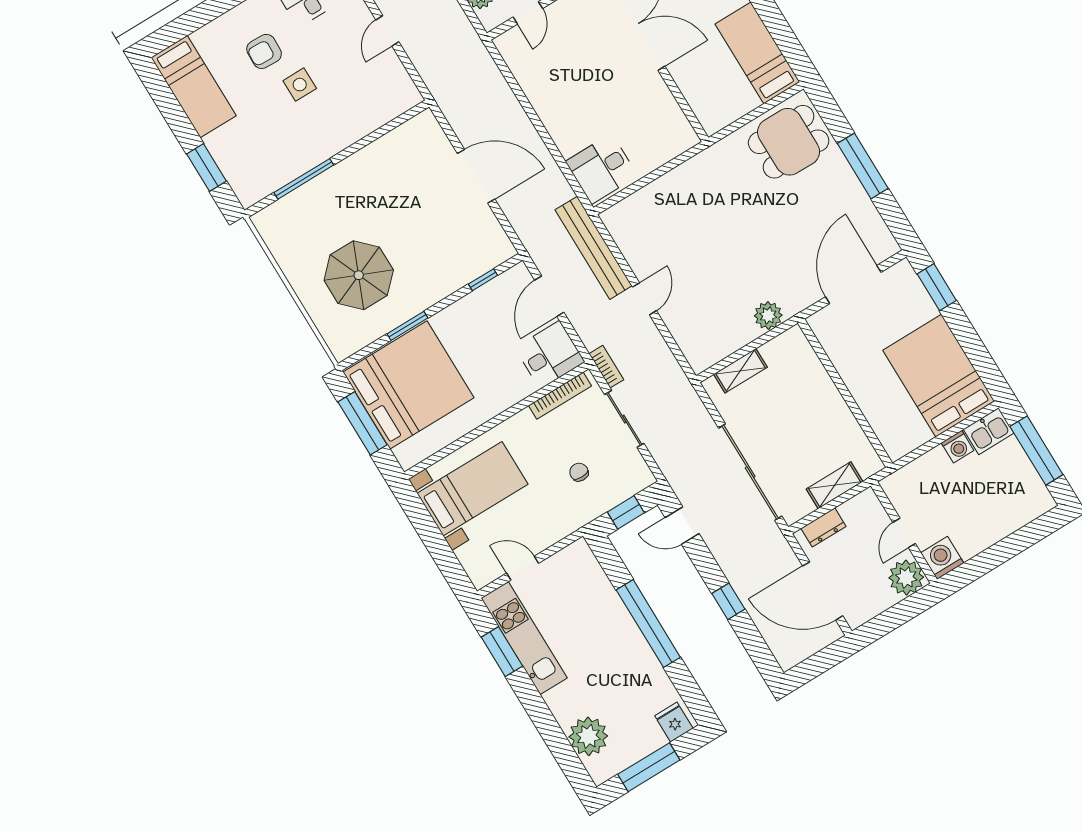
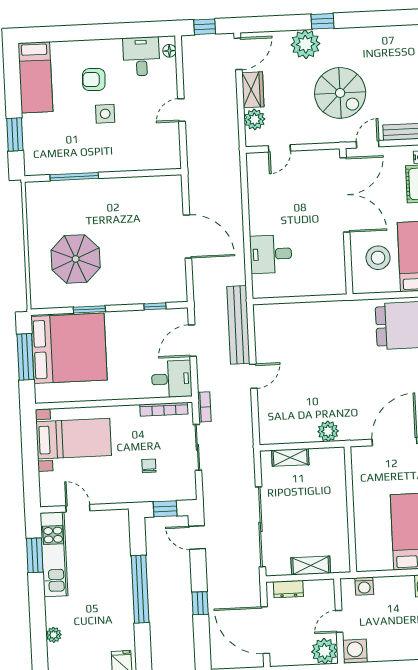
stool: (715, 78) -> (378, 258), added
desk: (602, 169) -> (271, 254), moved
washing machine: (958, 447) -> (364, 586), moved
plant: (588, 736) -> (54, 635), width x0.53, depth x0.53

